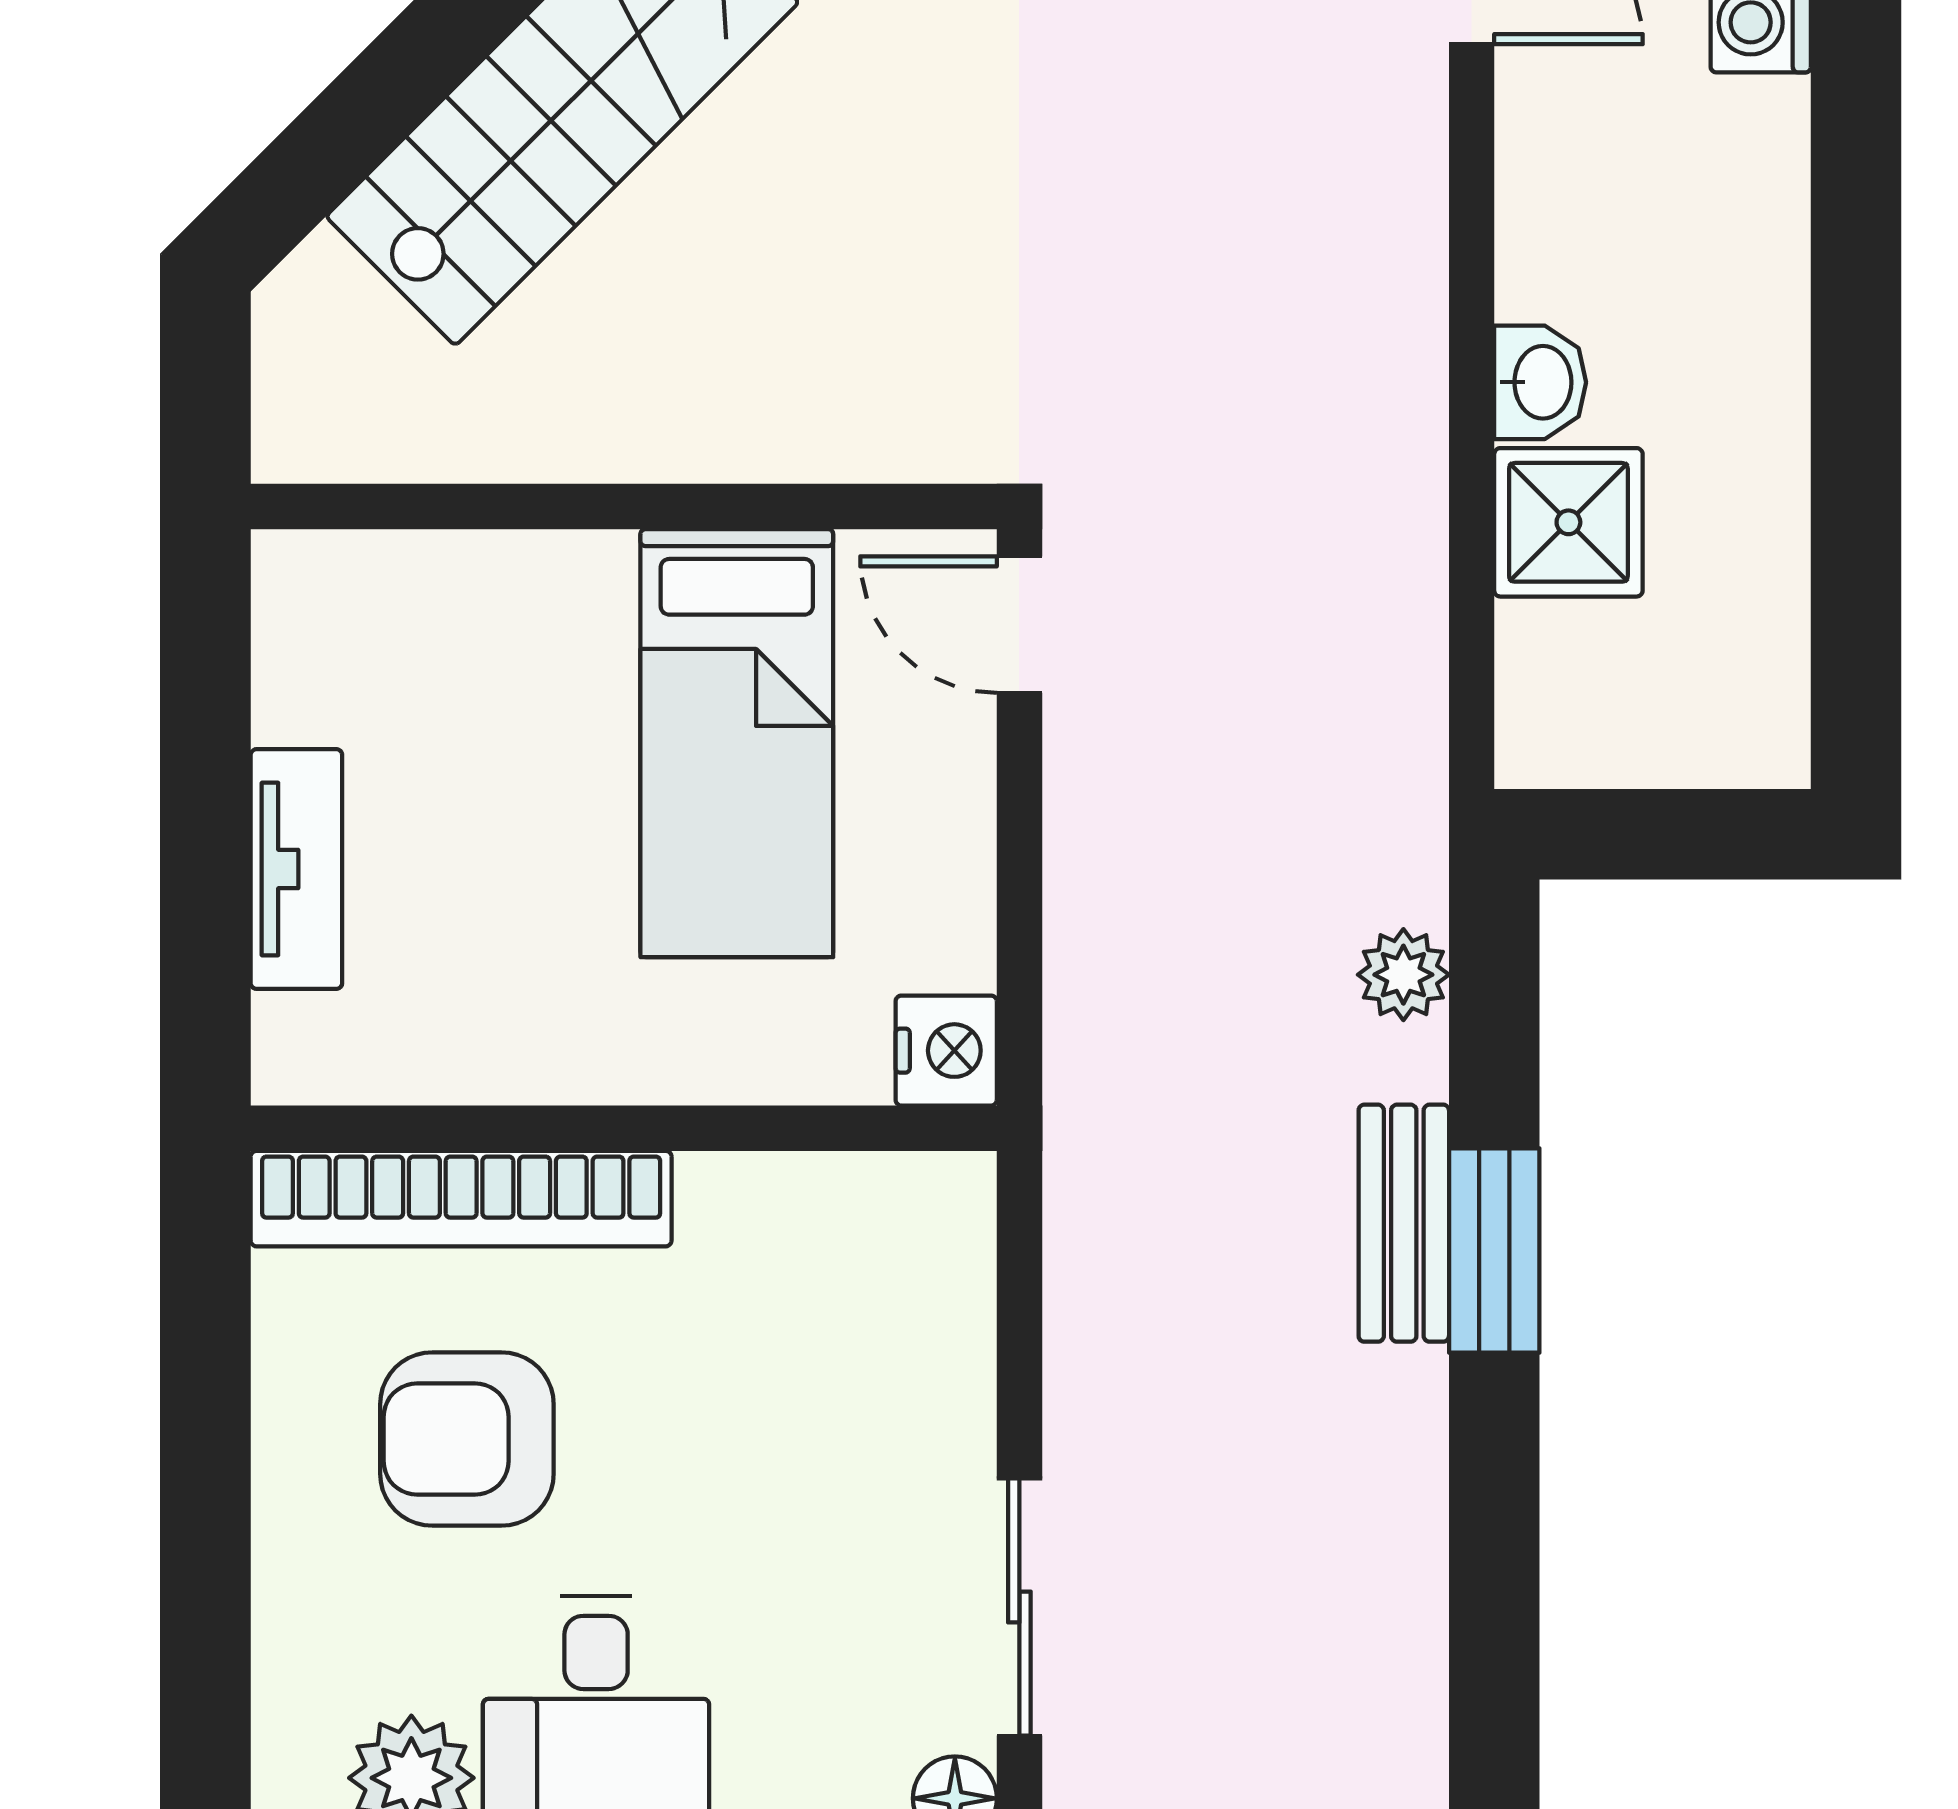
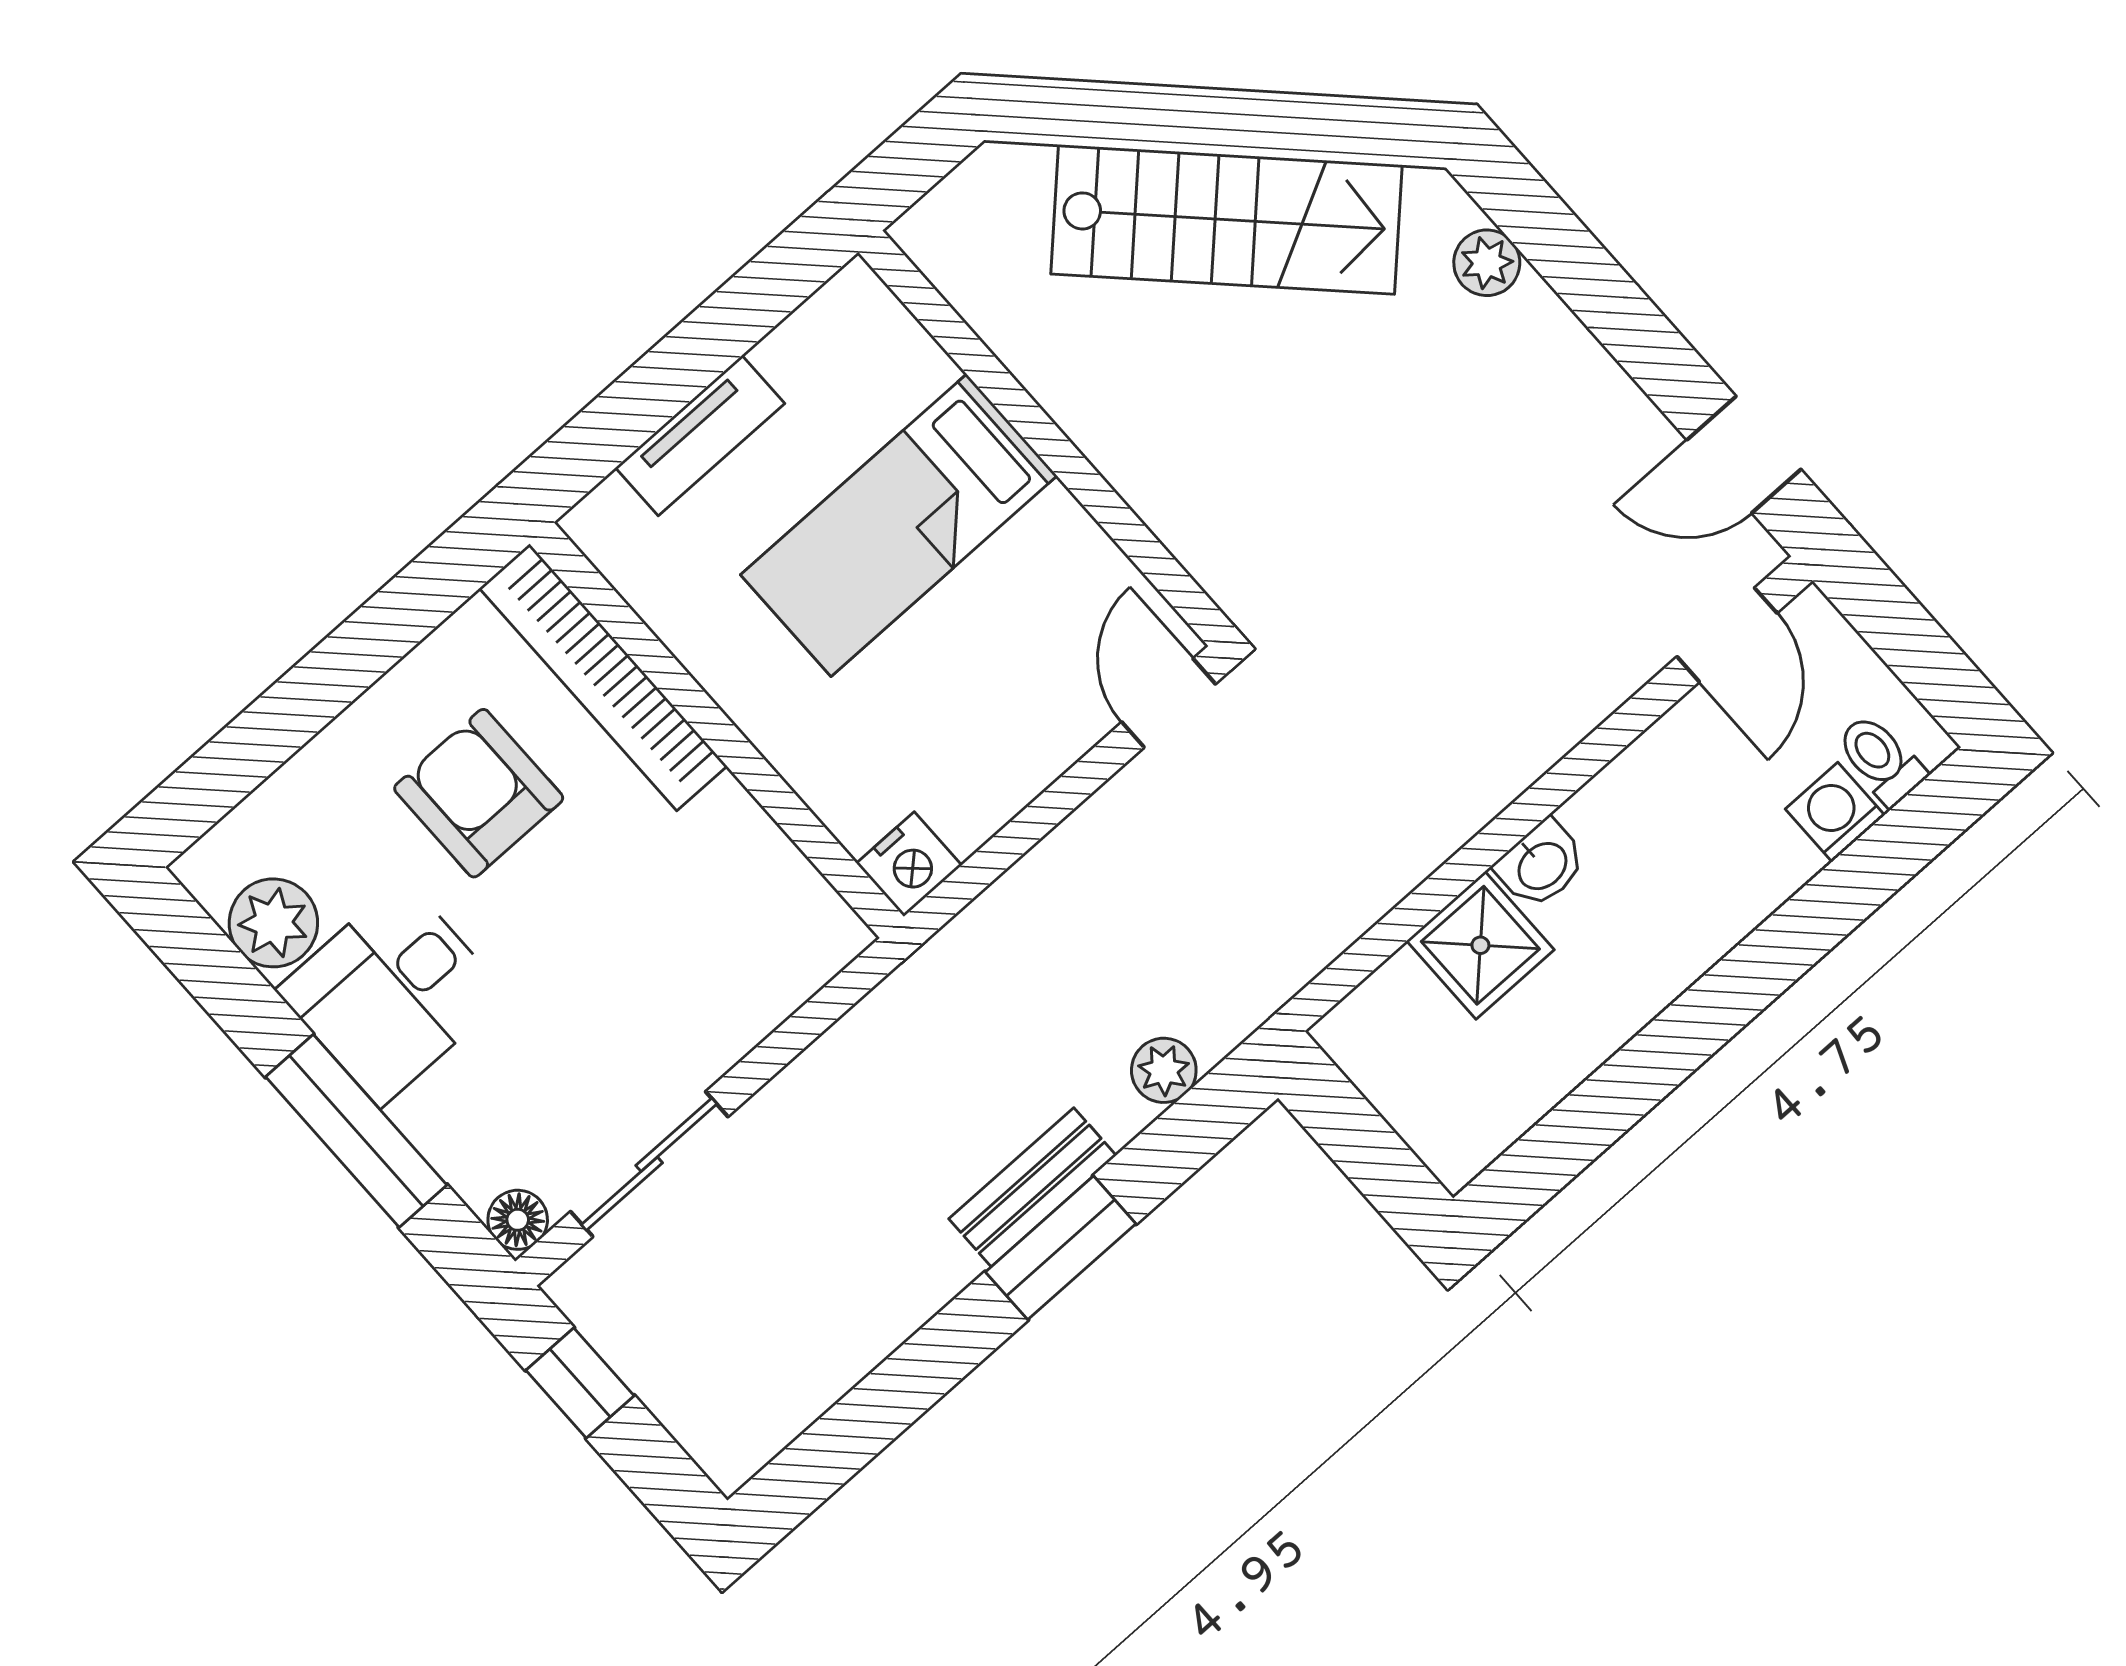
bed: (737, 743) -> (899, 525), moved

